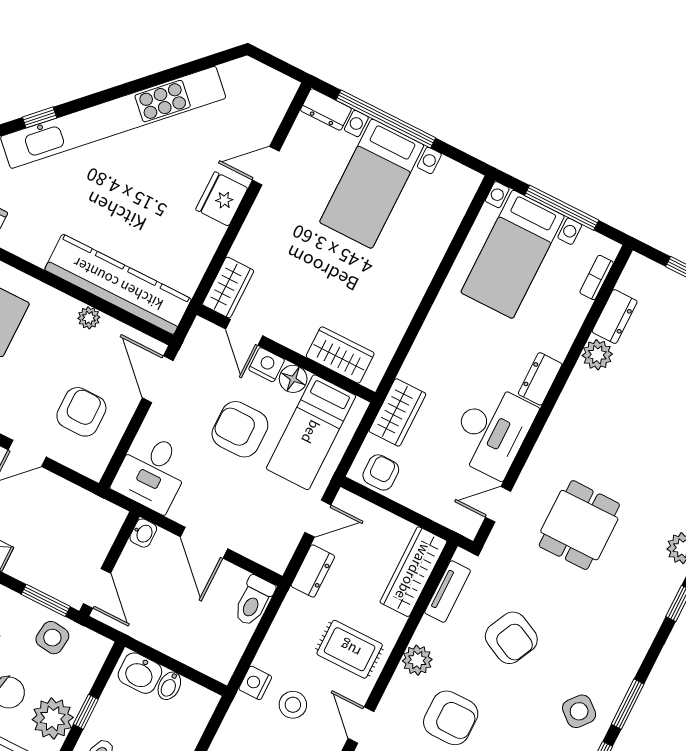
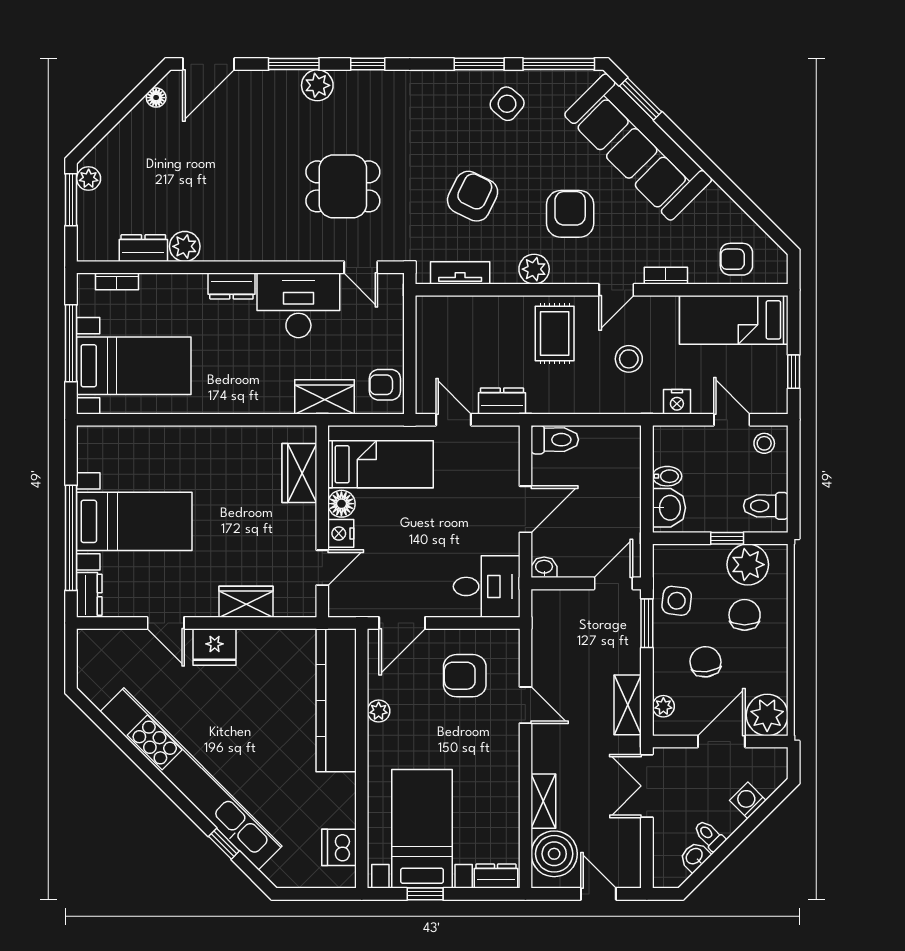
wardrobe: (228, 288) -> (246, 602), moved
armchair: (240, 429) -> (410, 528), removed
wardrobe: (413, 572) -> (458, 312), removed
nightstand: (255, 683) -> (677, 402), moved

